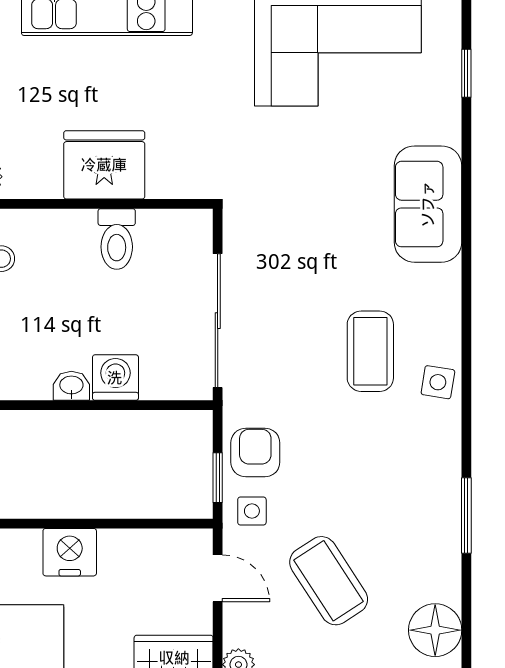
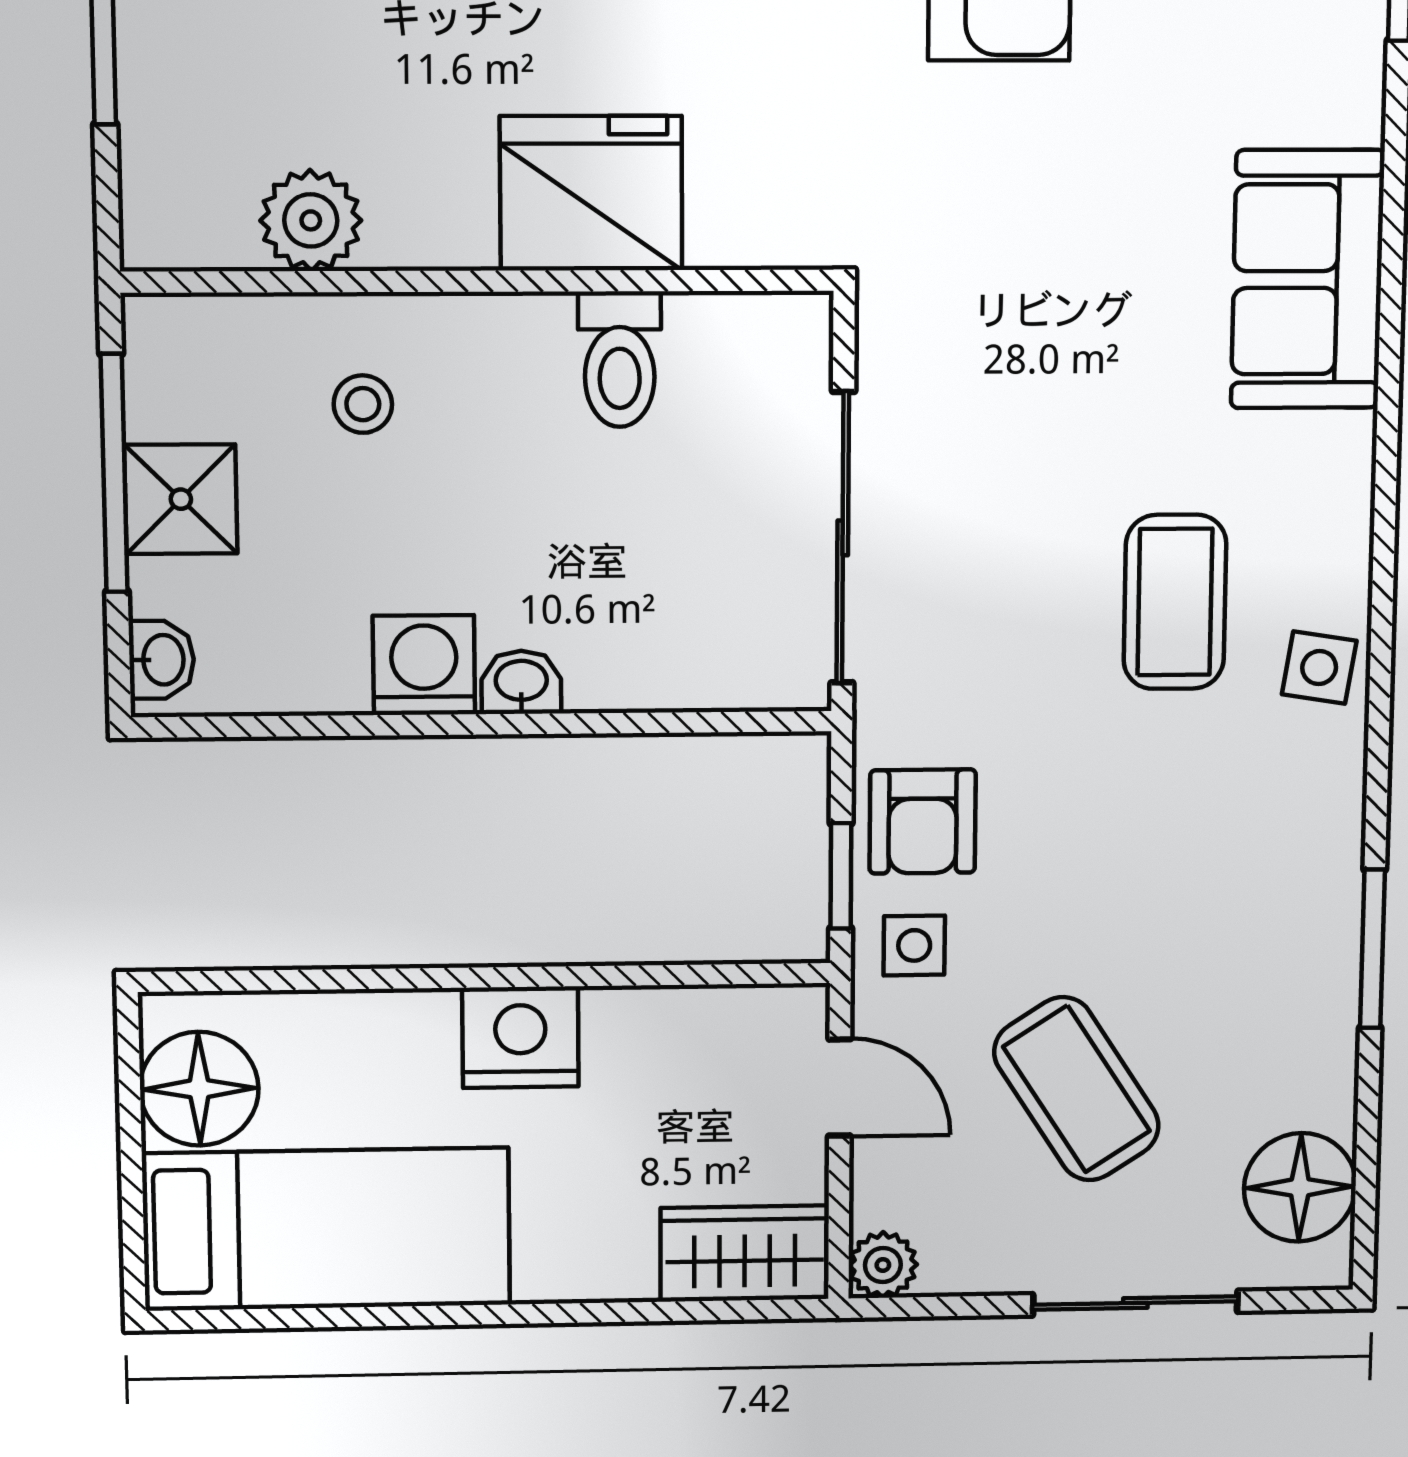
washing machine: (115, 378) -> (424, 665), moved
armchair: (255, 452) -> (923, 822), turned 180

